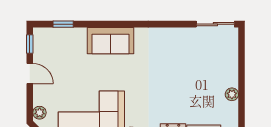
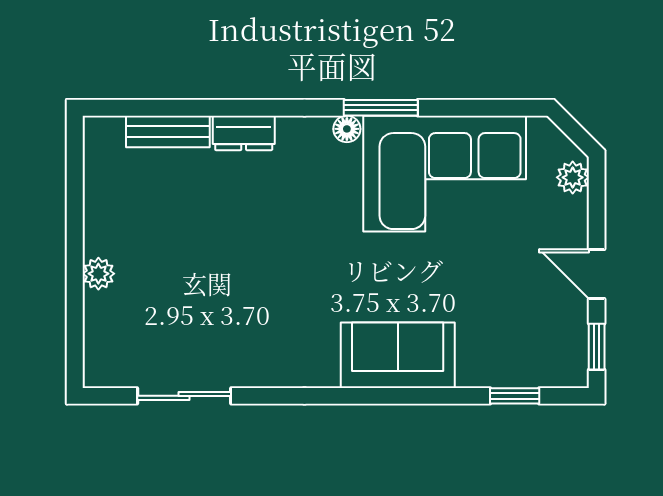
sliding door: (215, 24) -> (184, 396), moved
plant: (232, 94) -> (98, 274), moved

